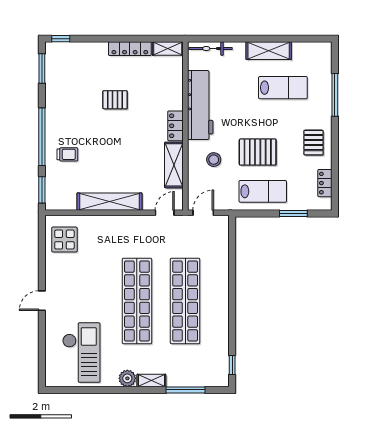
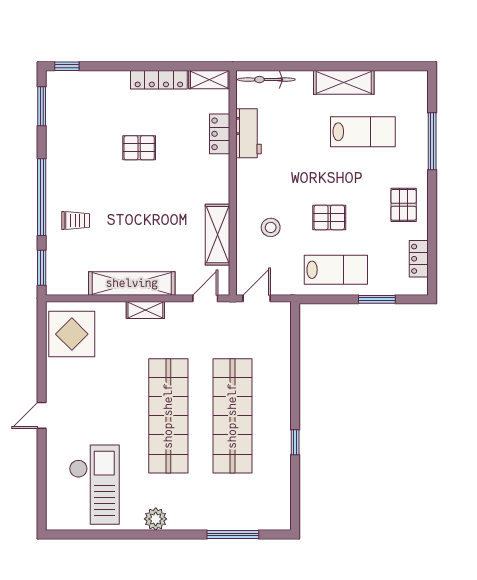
workbench: (200, 105) -> (249, 133), width x0.53, depth x0.76
locker: (175, 126) -> (220, 134), moved
pallet: (258, 152) -> (329, 217), width x0.67, depth x0.71
display table: (64, 240) -> (72, 334), width x1.36, depth x1.36
window: (232, 365) -> (295, 442), moved
shelving: (151, 380) -> (145, 310), moved

